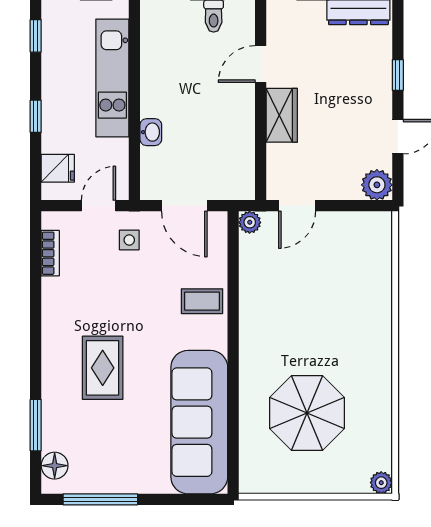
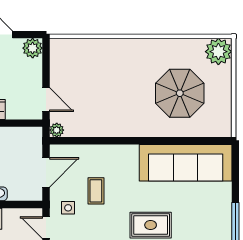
coffee table: (202, 301) -> (96, 191), moved
plant: (381, 483) -> (218, 52), width x1.87, depth x1.87

